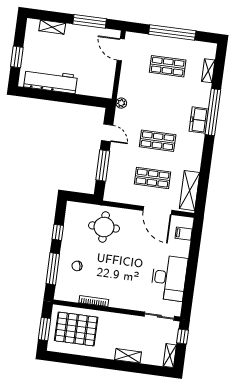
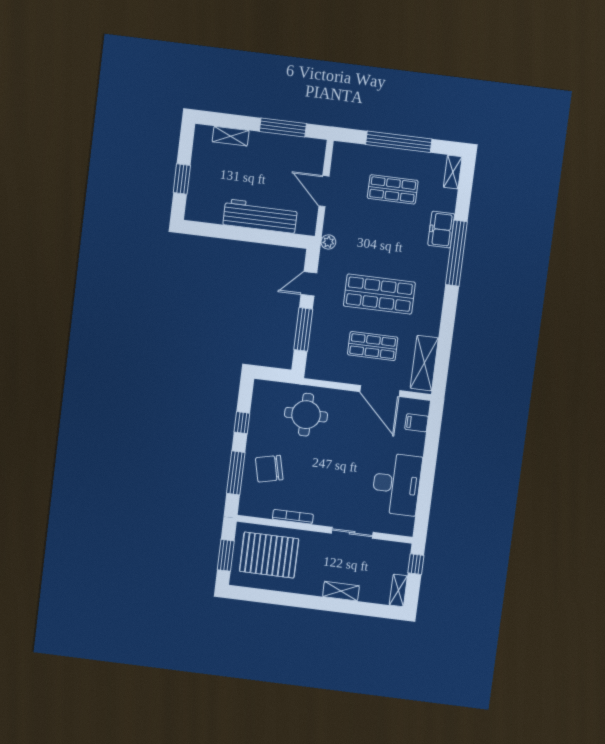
door: (121, 50) -> (324, 191), moved
shelving: (208, 71) -> (453, 172), moved
workbench: (51, 81) -> (260, 216), moved
freezer: (199, 120) -> (441, 230), moved
door: (107, 133) -> (309, 284), swing flipped
shop shelf: (158, 141) -> (379, 294), width x1.43, depth x1.36
chair: (77, 266) -> (269, 469), width x1.87, depth x1.87
sliding door: (159, 316) -> (352, 533), moved

